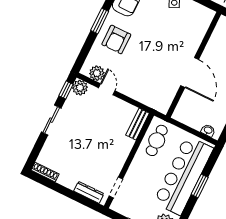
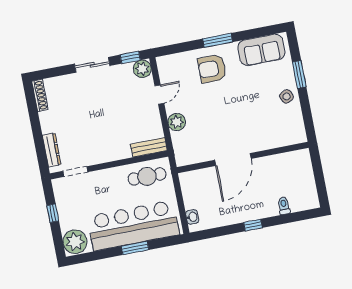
plant: (97, 73) -> (177, 122), moved

